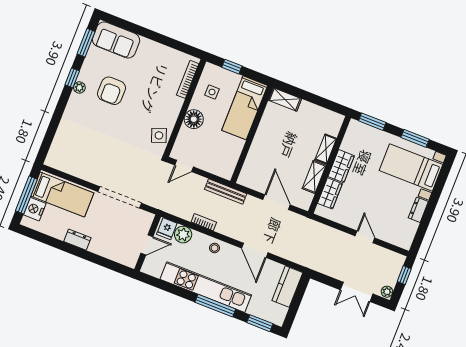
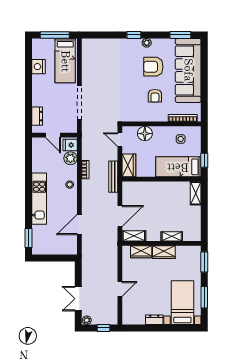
sofa: (116, 40) -> (188, 70), width x1.85, depth x1.27
window: (232, 67) -> (204, 160), moved
window: (72, 78) -> (134, 35), moved
armchair: (147, 103) -> (155, 96), added
floor lamp: (194, 119) -> (145, 134), moved
side table: (159, 135) -> (135, 113), removed
wardrobe: (219, 167) -> (129, 165), added
shelving: (314, 177) -> (134, 236), moved
nightstand: (35, 209) -> (38, 67), moved, turned -90
dresser: (77, 240) -> (37, 116), moved
door: (255, 250) -> (79, 225), moved
kitchen unit: (206, 287) -> (39, 199), width x0.73
kitchen counter: (287, 287) -> (62, 247), removed
window: (215, 306) -> (29, 201), removed

